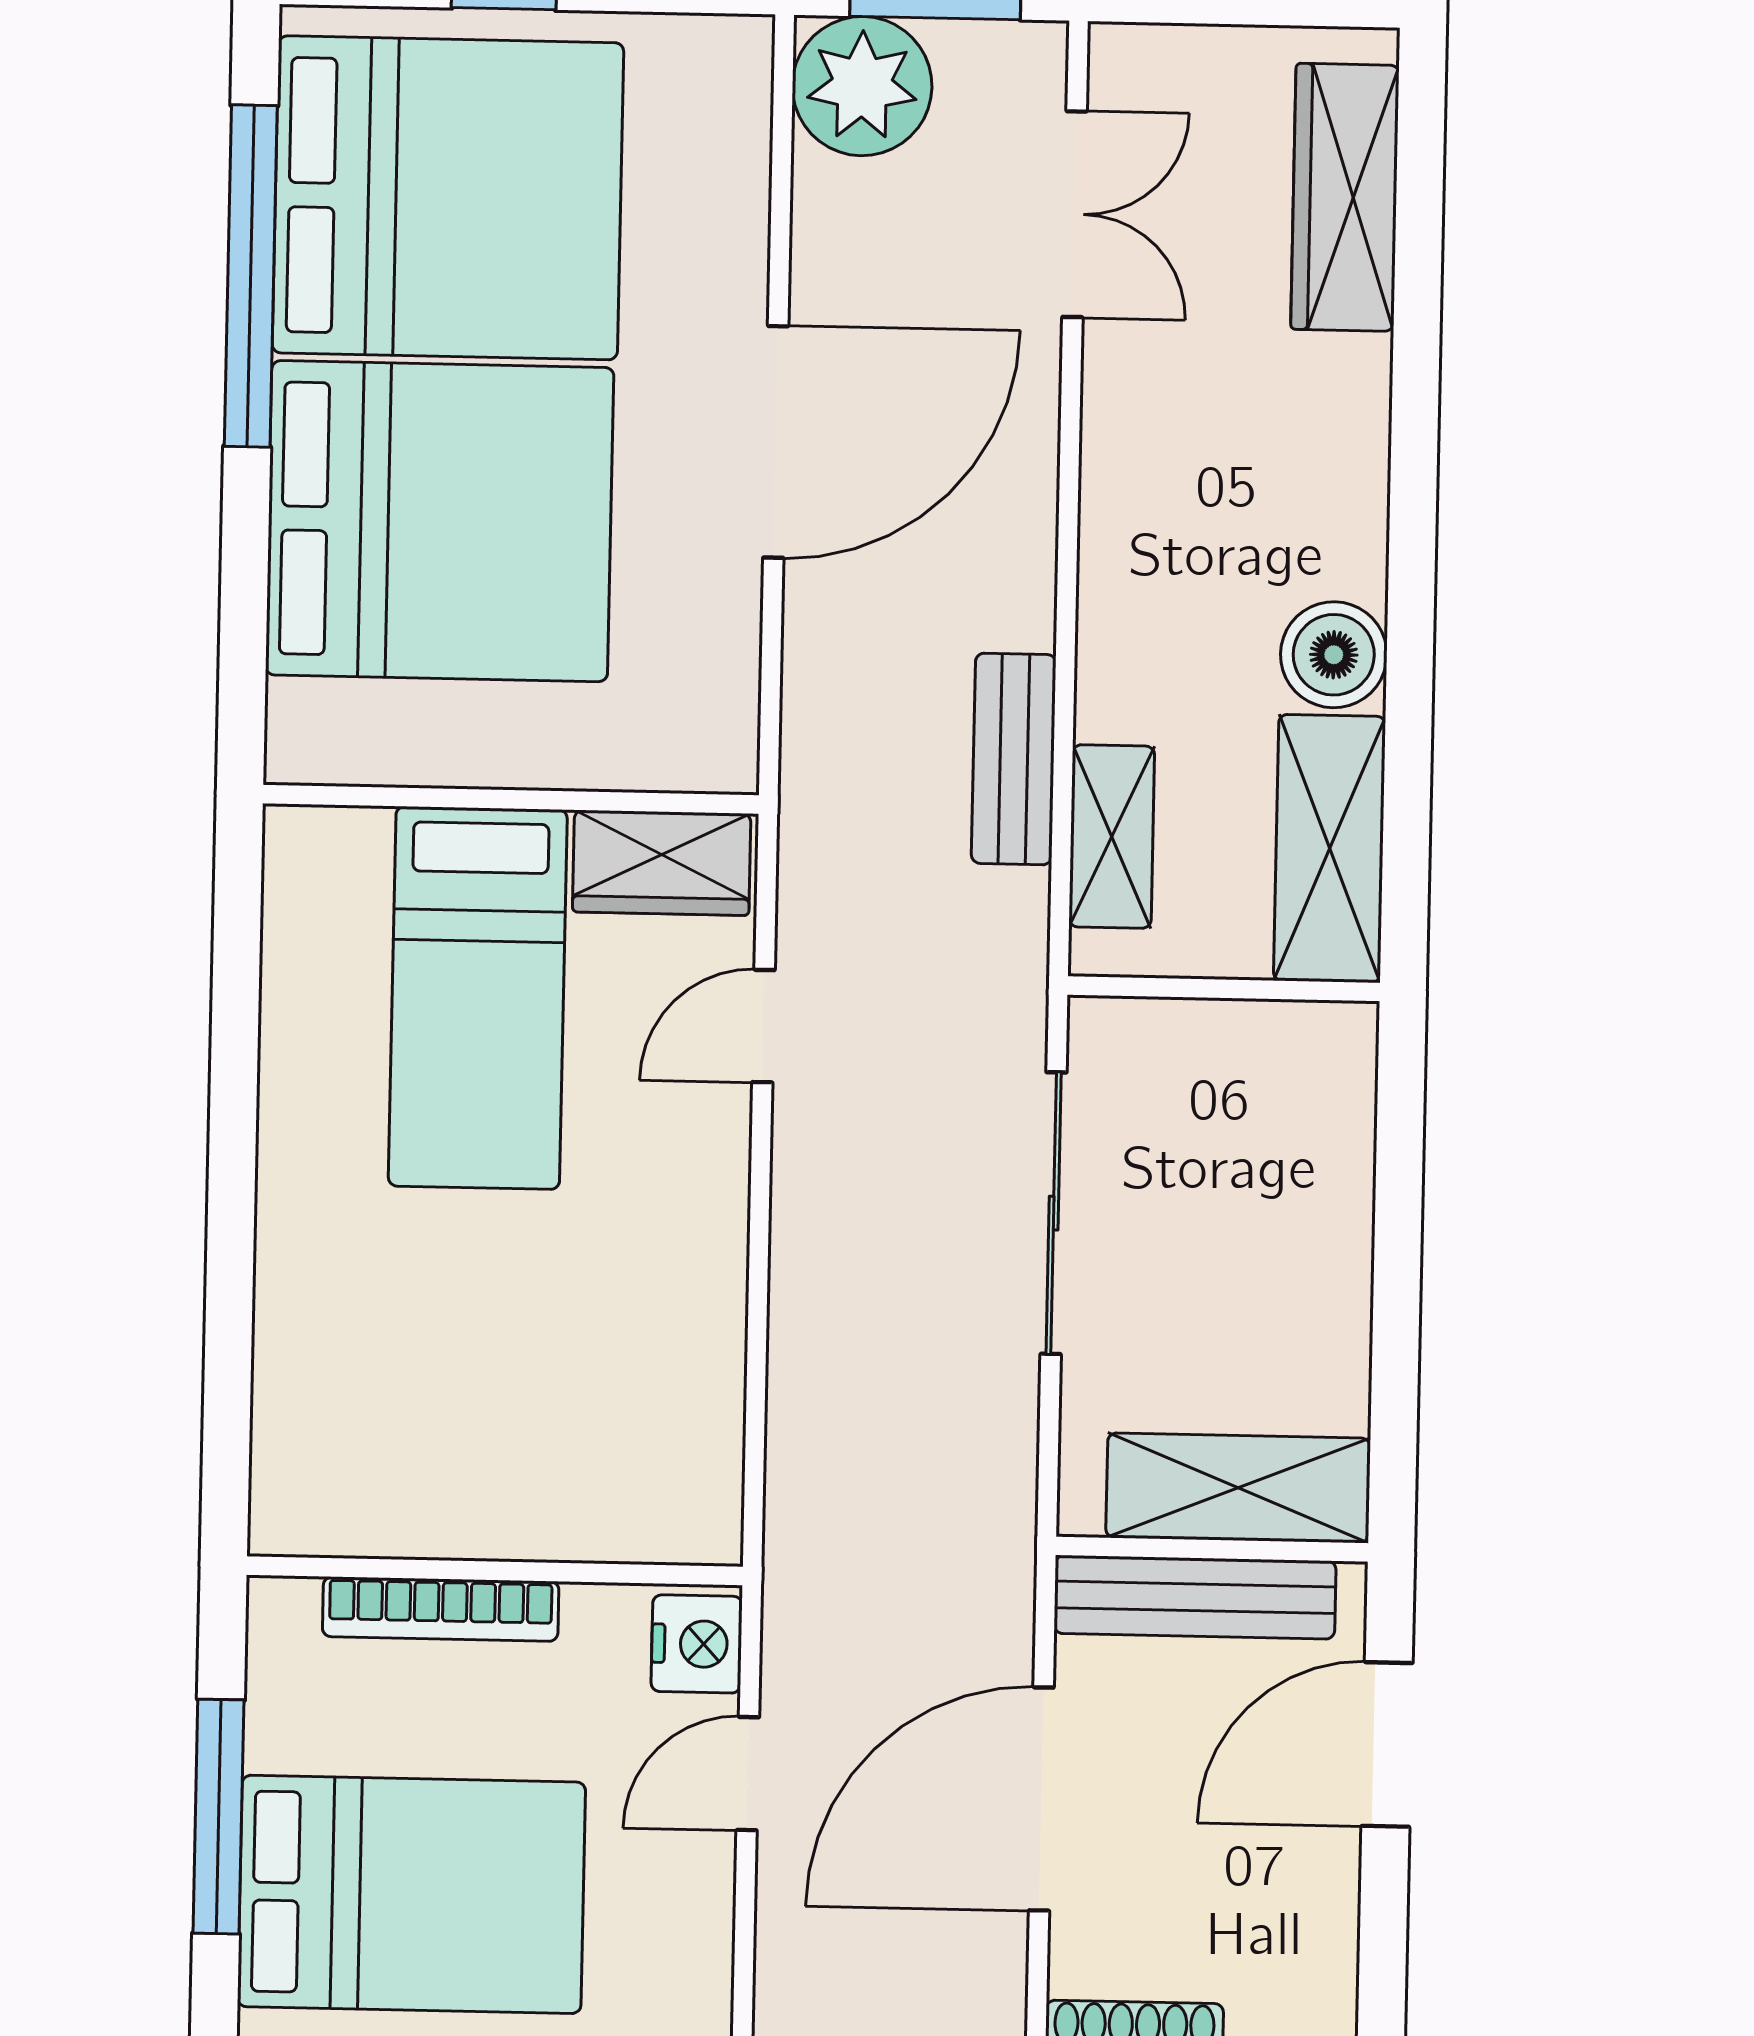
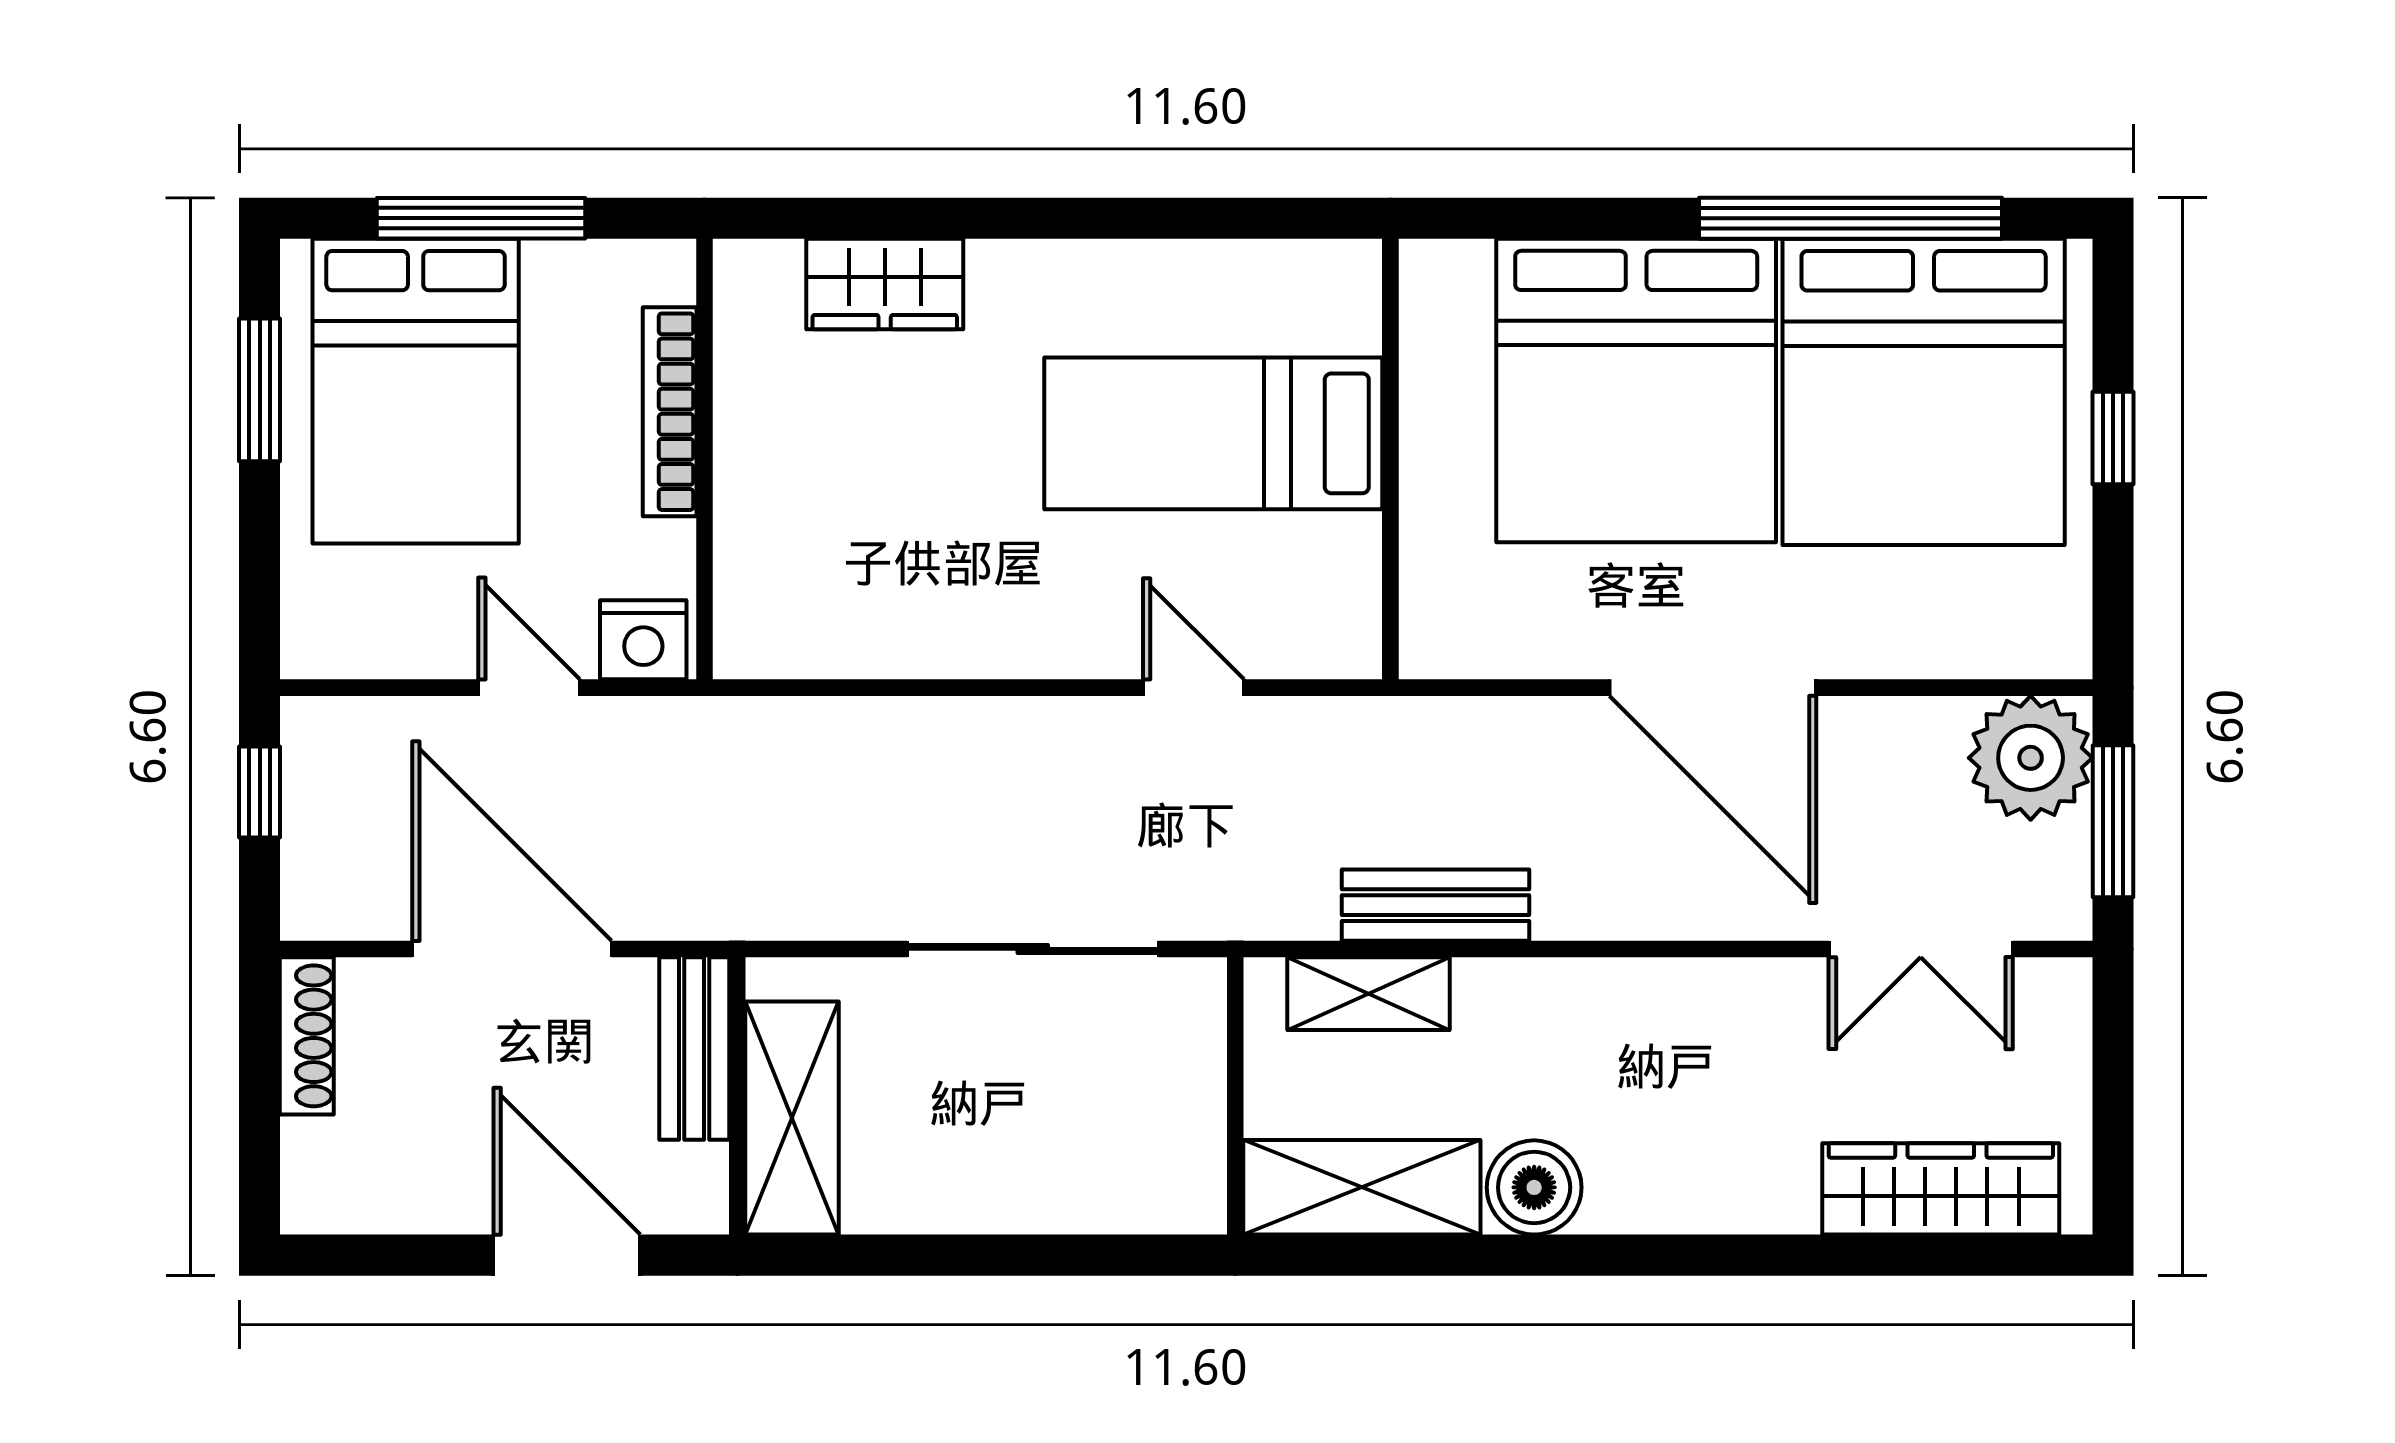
wardrobe: (662, 863) -> (885, 284), moved, turned -90
bench: (1195, 1597) -> (694, 1048), width x0.73

